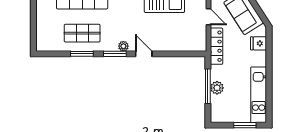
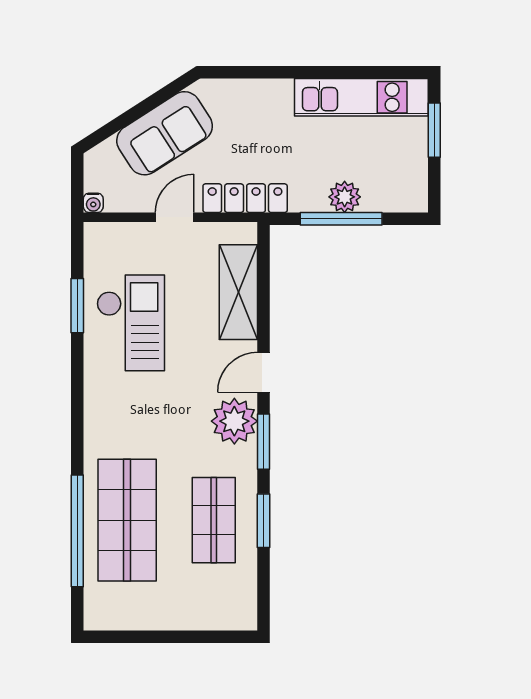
shelving: (177, 43) -> (238, 292), added
fridge: (259, 43) -> (238, 97), removed
plant: (123, 46) -> (234, 421), width x1.88, depth x1.88

